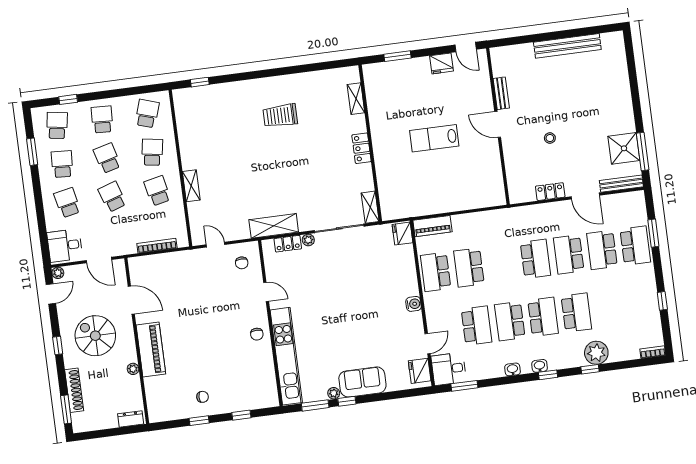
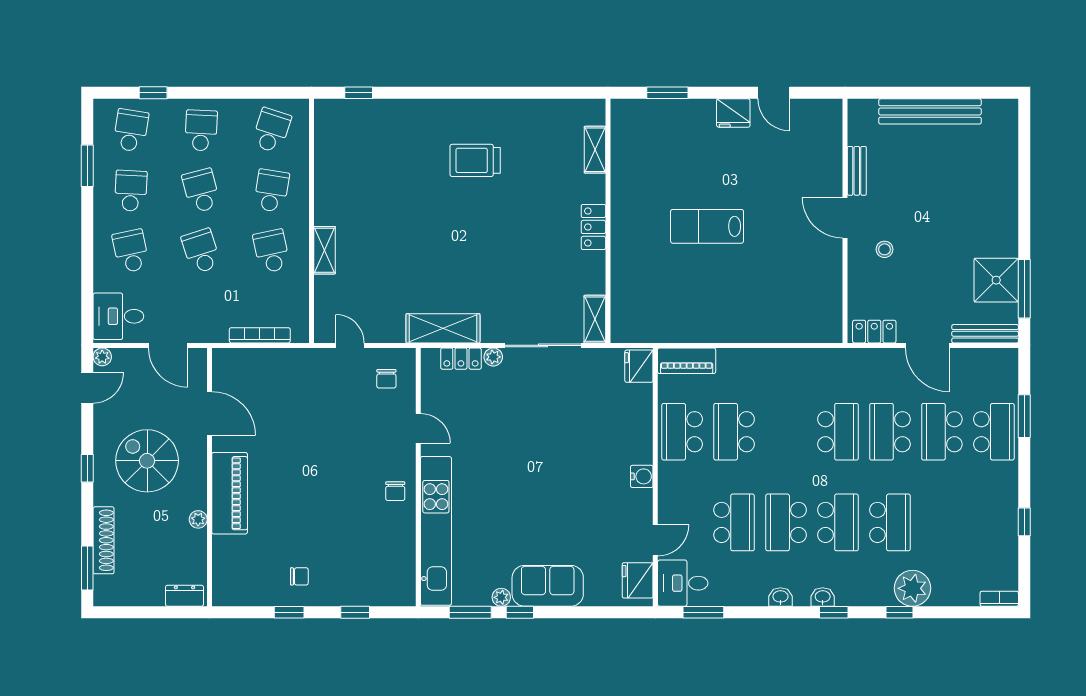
bench: (501, 93) -> (857, 171), moved
door: (498, 124) -> (845, 218), moved
wall: (498, 126) -> (845, 221), moved

